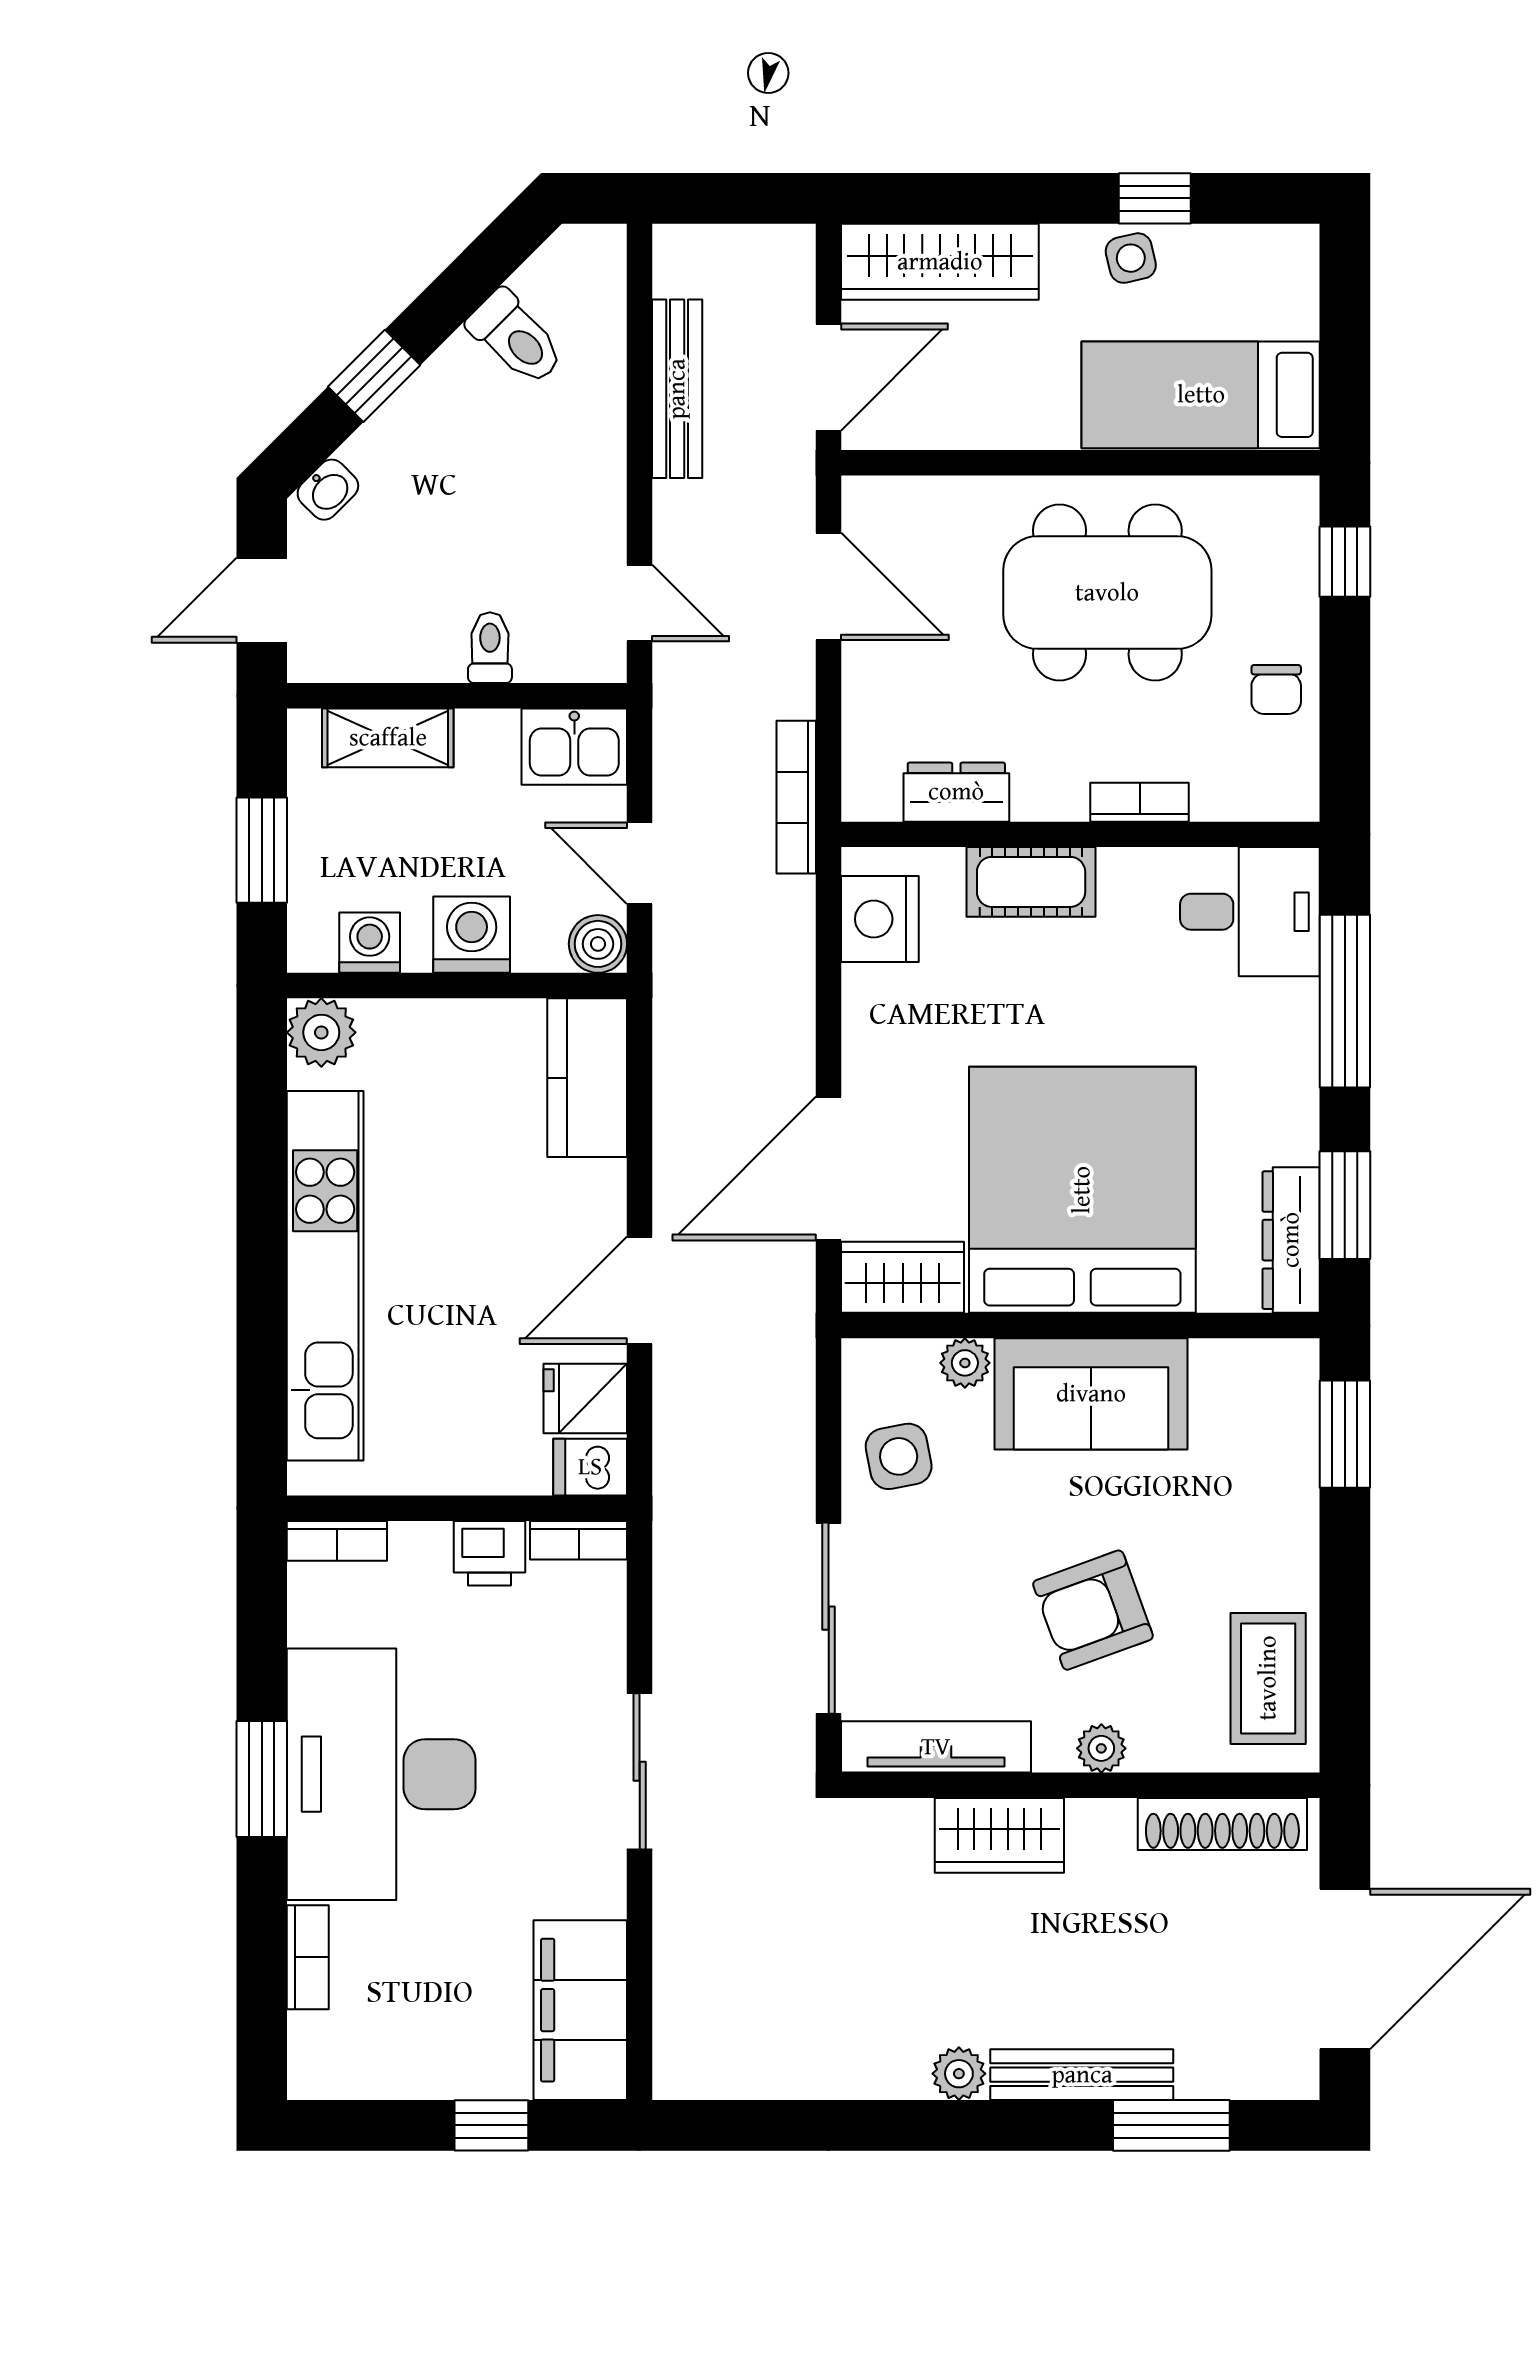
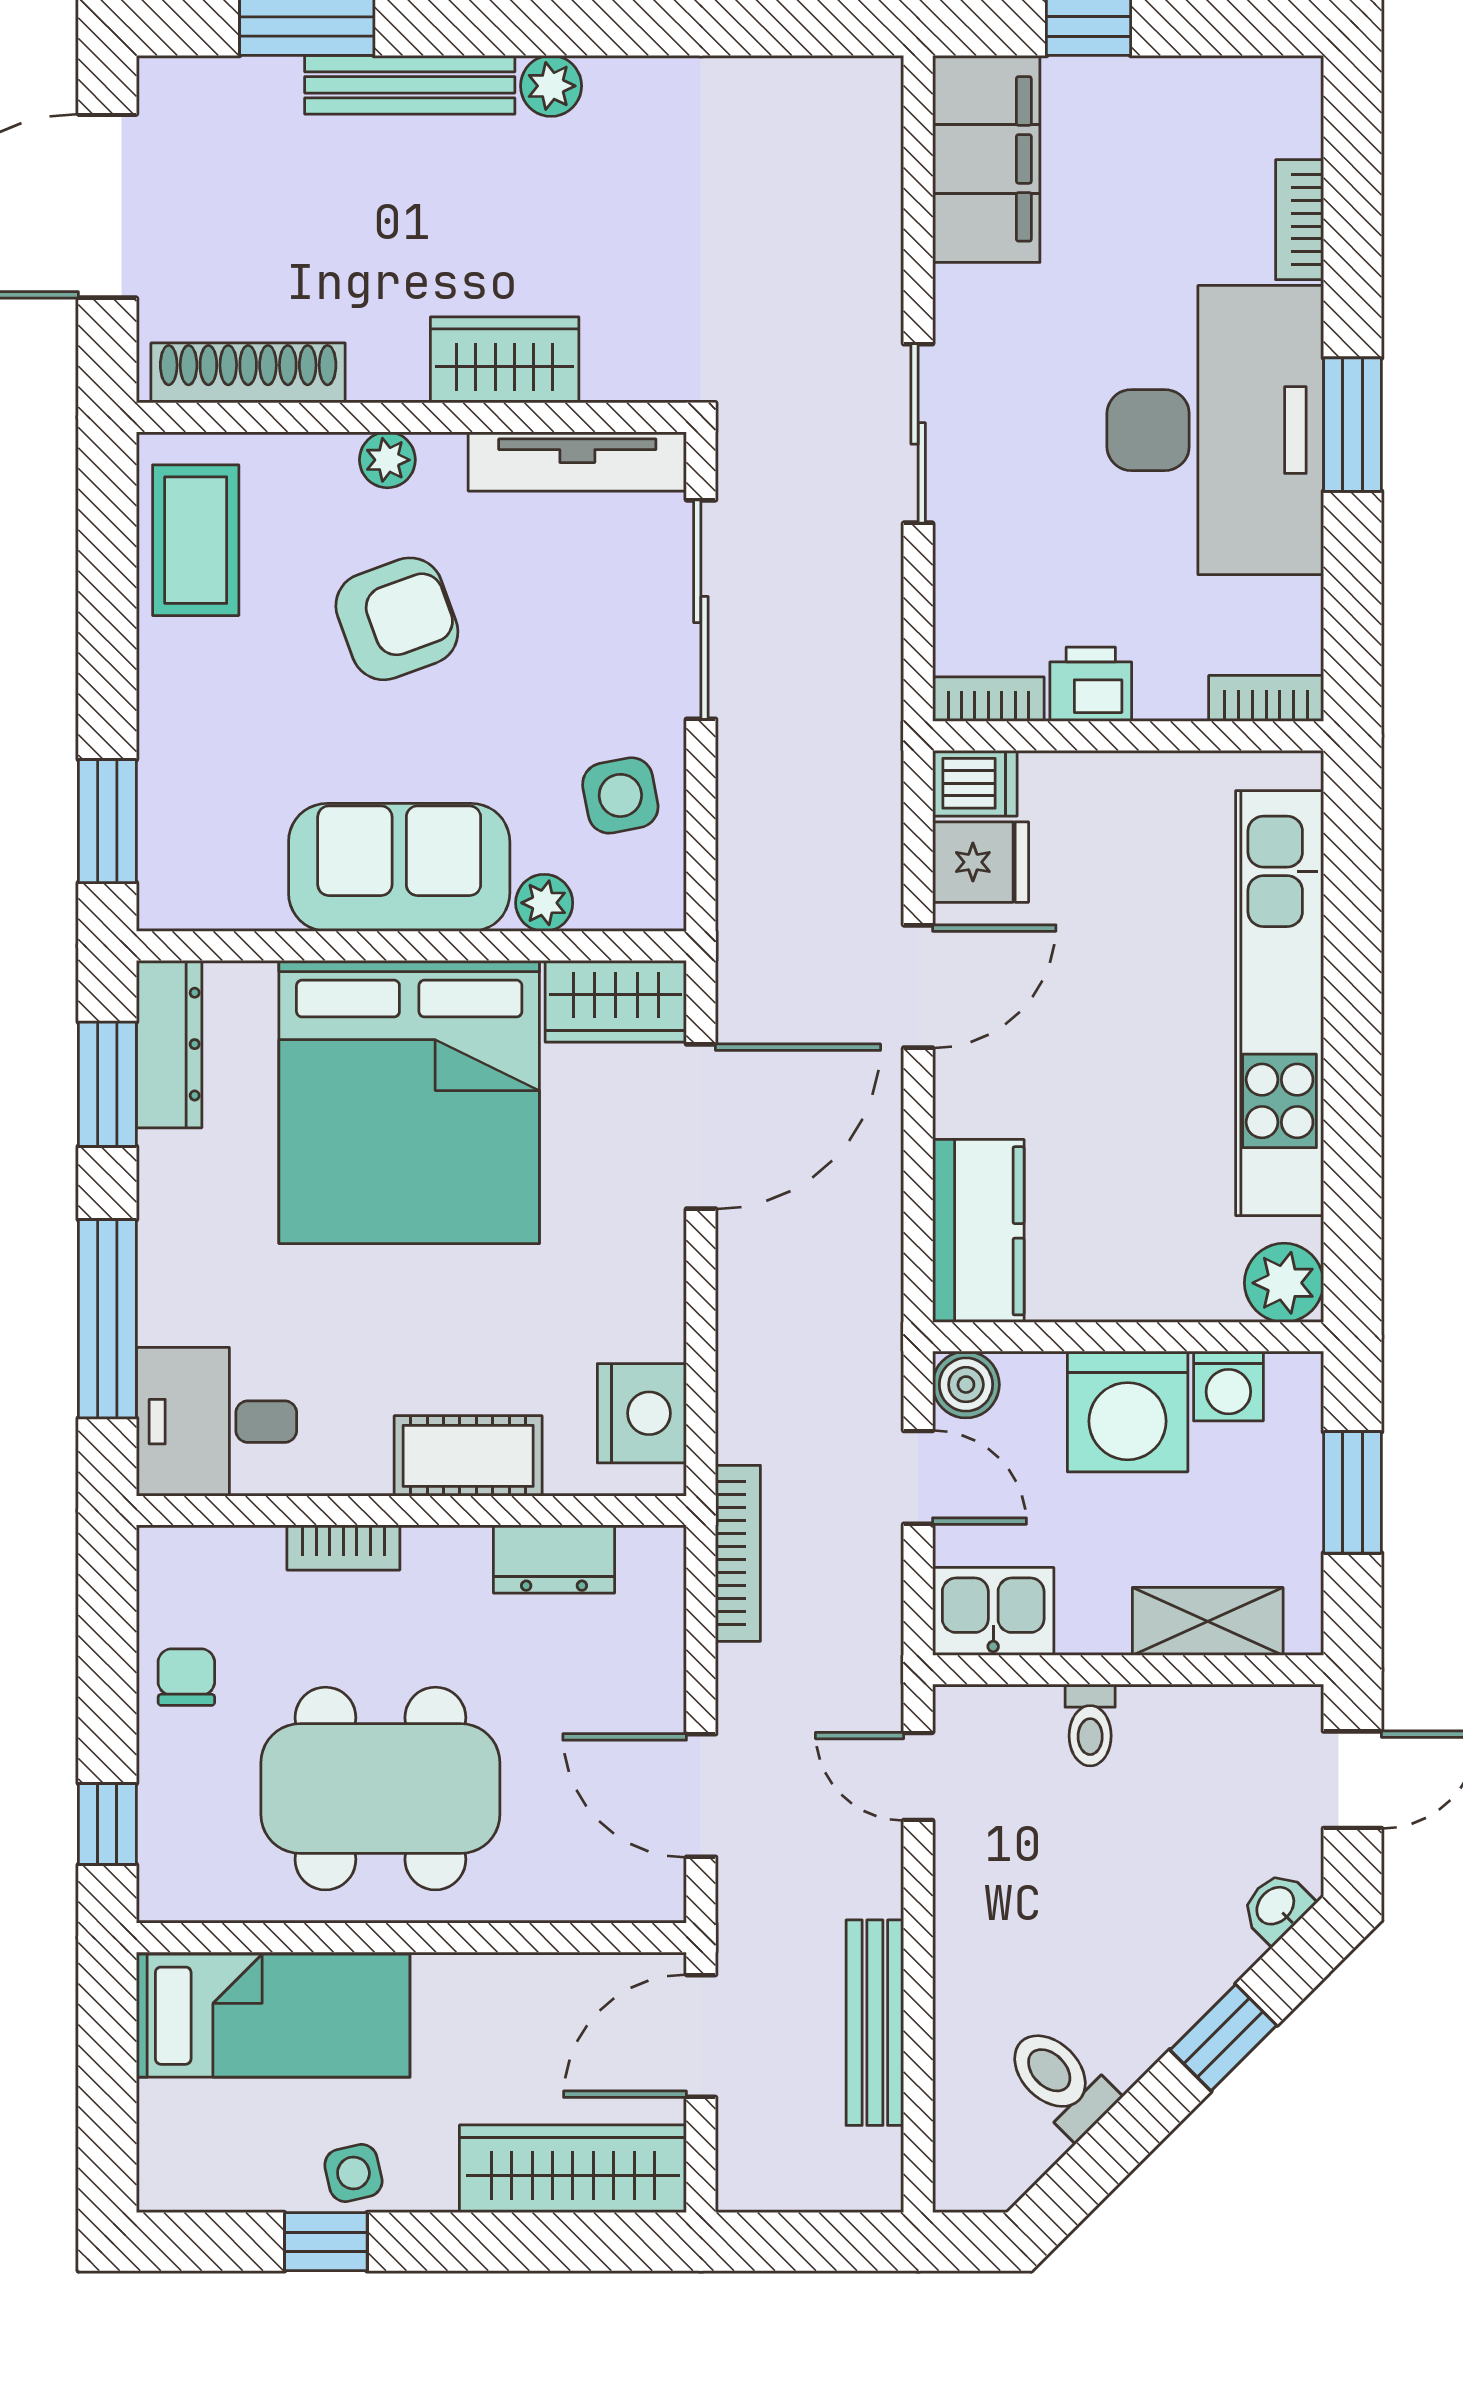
washing machine: (472, 935) -> (1128, 1412), width x1.37, depth x1.37

